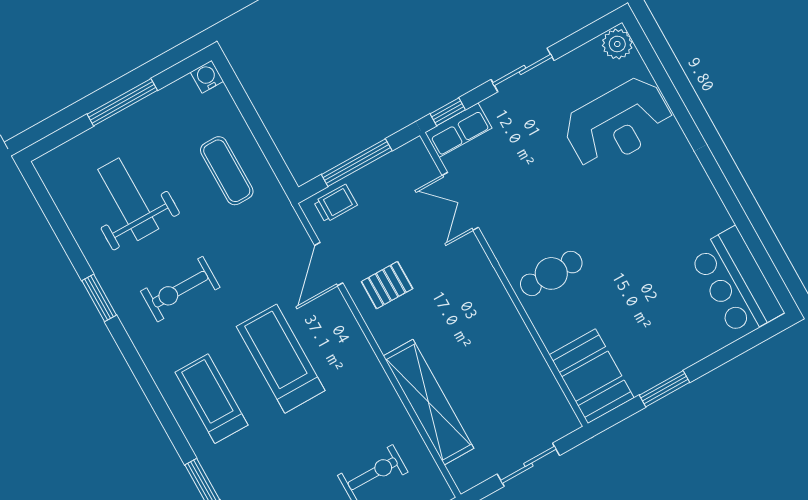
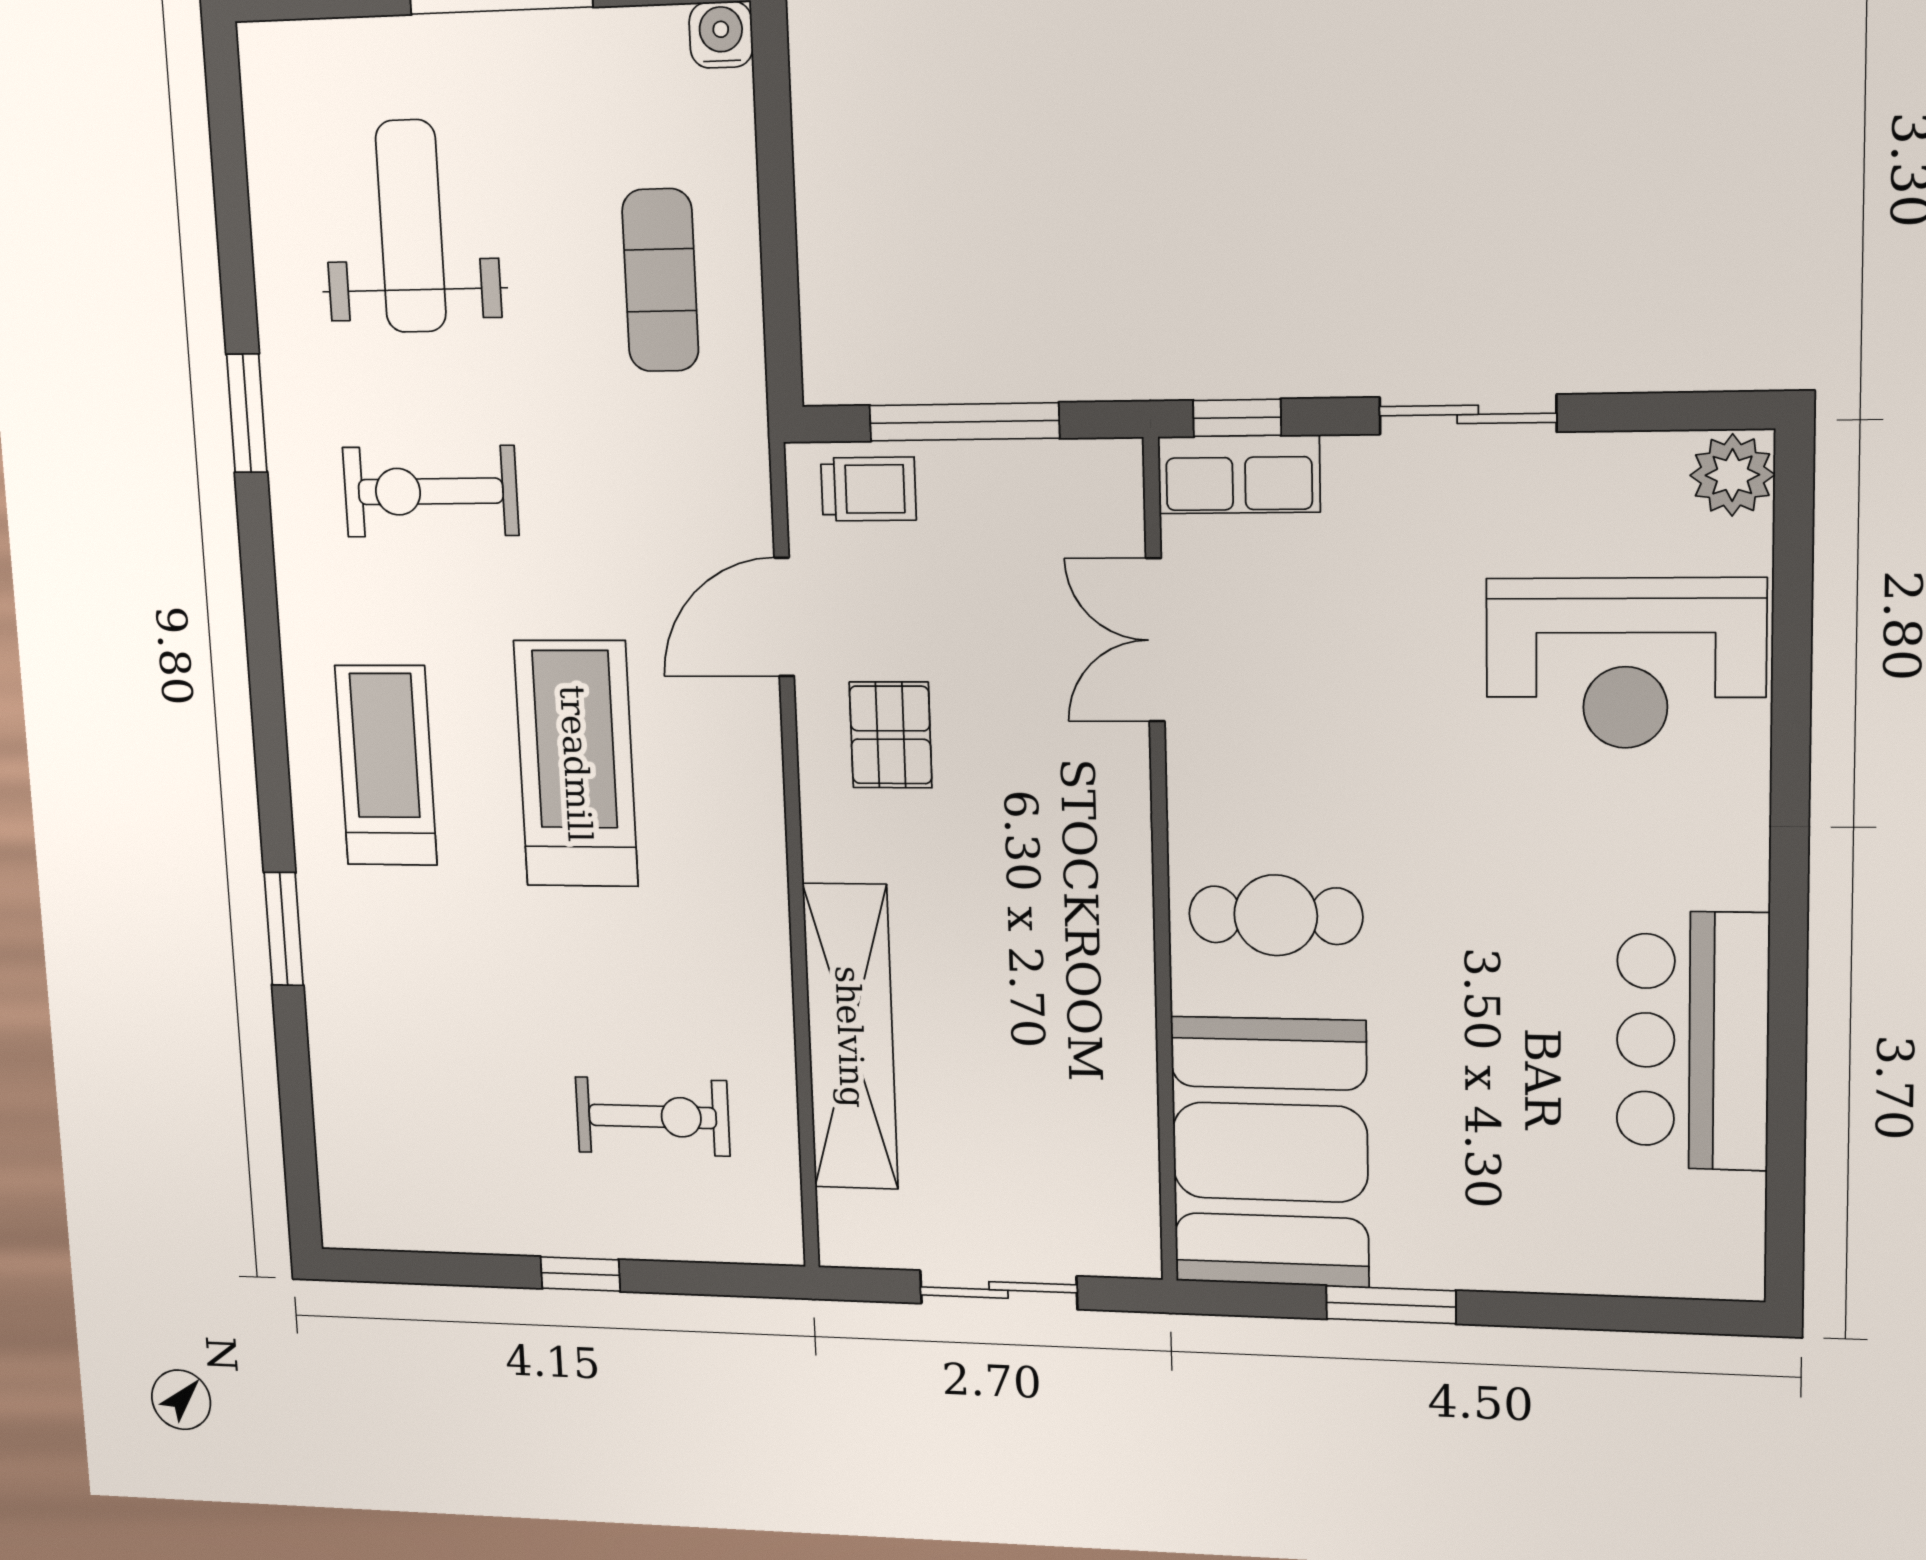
bar counter: (736, 282) -> (1693, 1041), moved
pallet: (387, 285) -> (891, 735), turned 90
booth: (592, 376) -> (1270, 1152), width x1.36, depth x1.42

